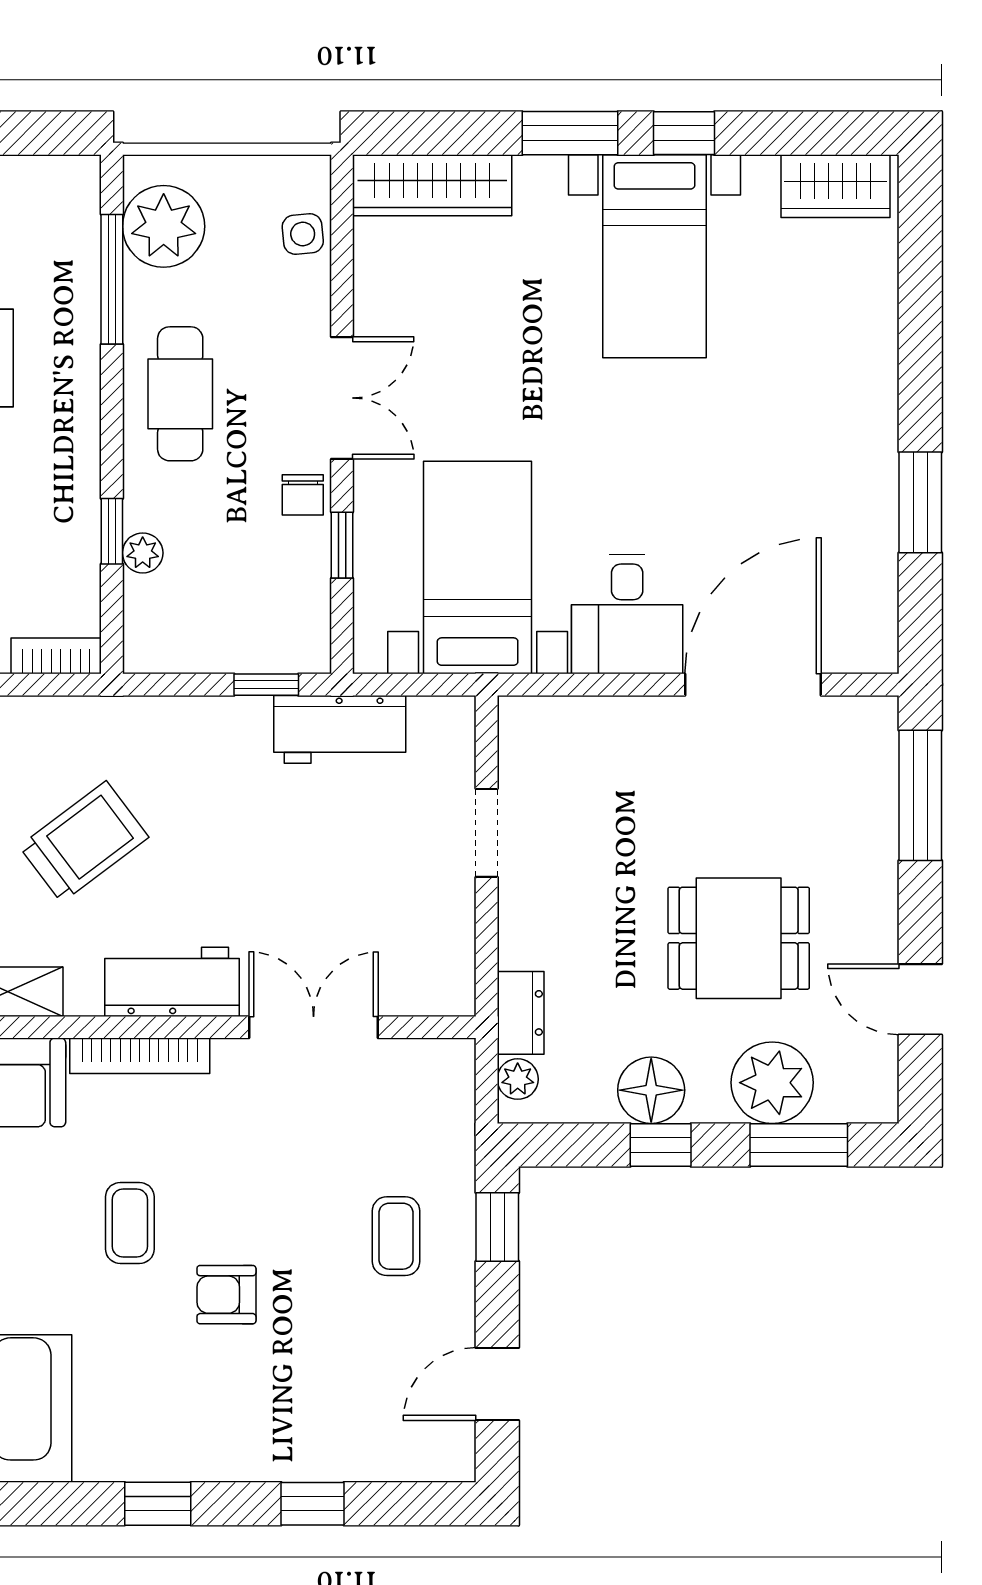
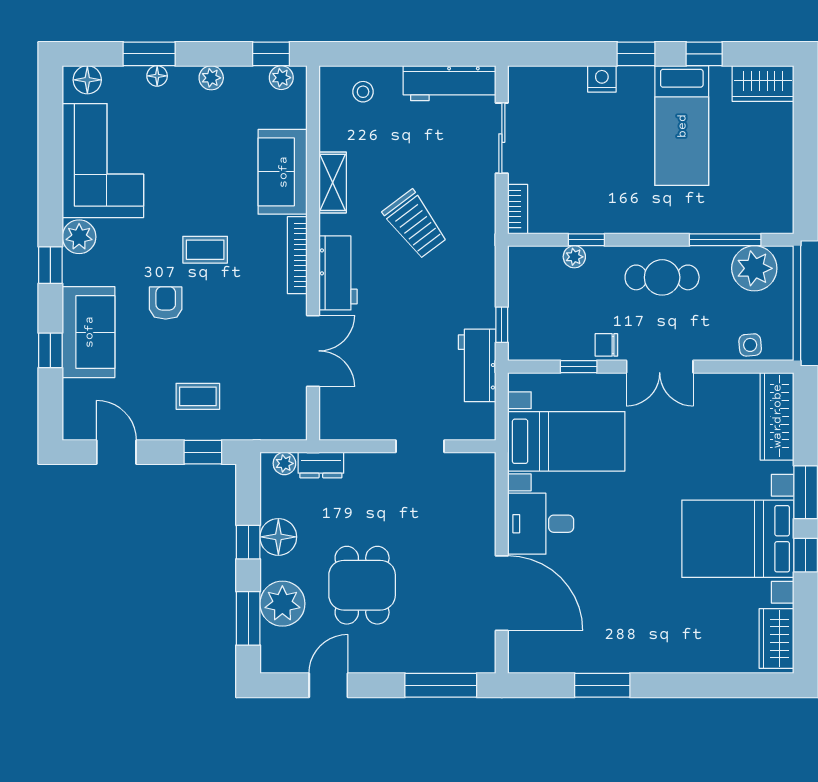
bed with nightstands: (654, 256) -> (738, 539), width x1.36
sofa: (279, 1435) -> (89, 332), added
plant: (106, 1452) -> (79, 237), added

